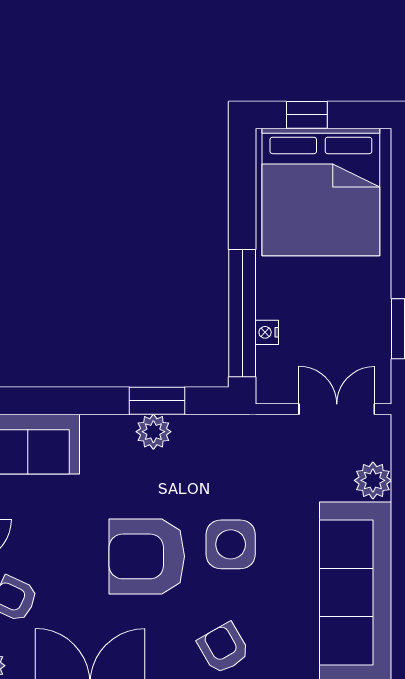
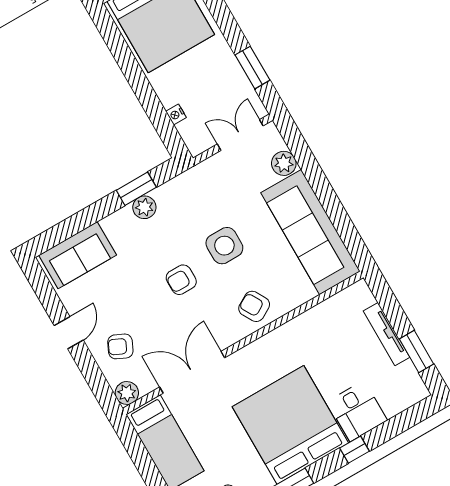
window: (242, 313) -> (156, 112), removed
armchair: (147, 556) -> (181, 280), width x0.53, depth x0.53

